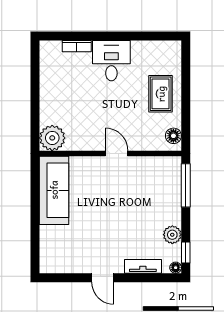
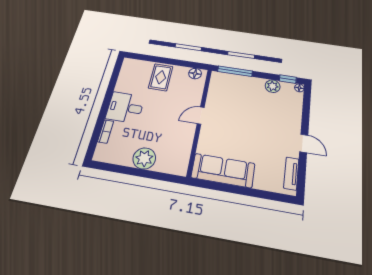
rug: (161, 94) -> (161, 77), turned 90
plant: (52, 138) -> (144, 158), moved
tv unit: (143, 266) -> (291, 173), moved
door: (103, 278) -> (304, 143), hinge flipped

